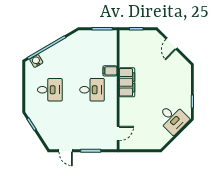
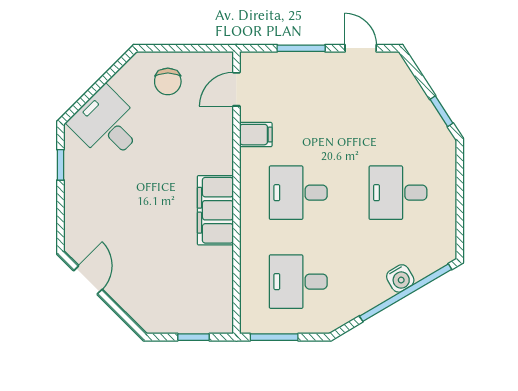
door: (172, 44) -> (88, 280), moved
desk: (92, 52) -> (298, 282), added
water cooler: (36, 61) -> (400, 278), moved
filing cabinet: (110, 71) -> (256, 135), moved
chair: (147, 137) -> (168, 81), added

